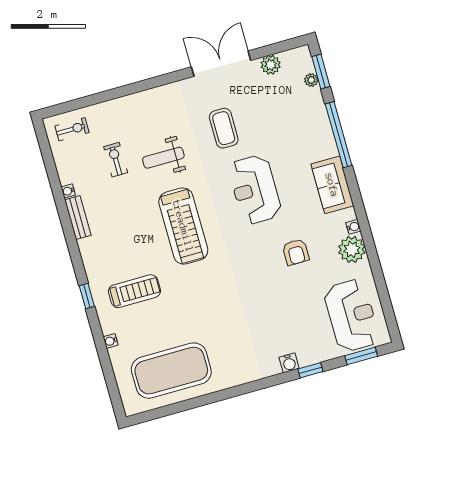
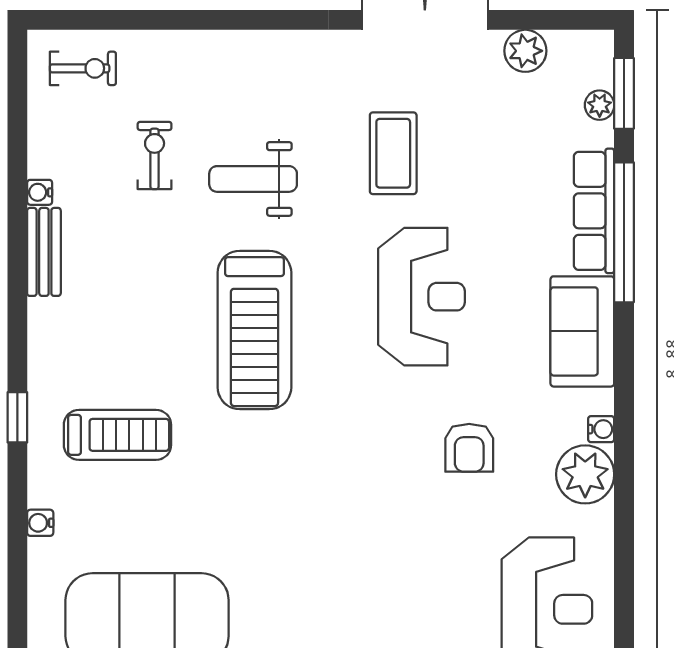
row of seats: (322, 129) -> (594, 211), added
reception desk: (255, 190) -> (421, 297), turned 180

